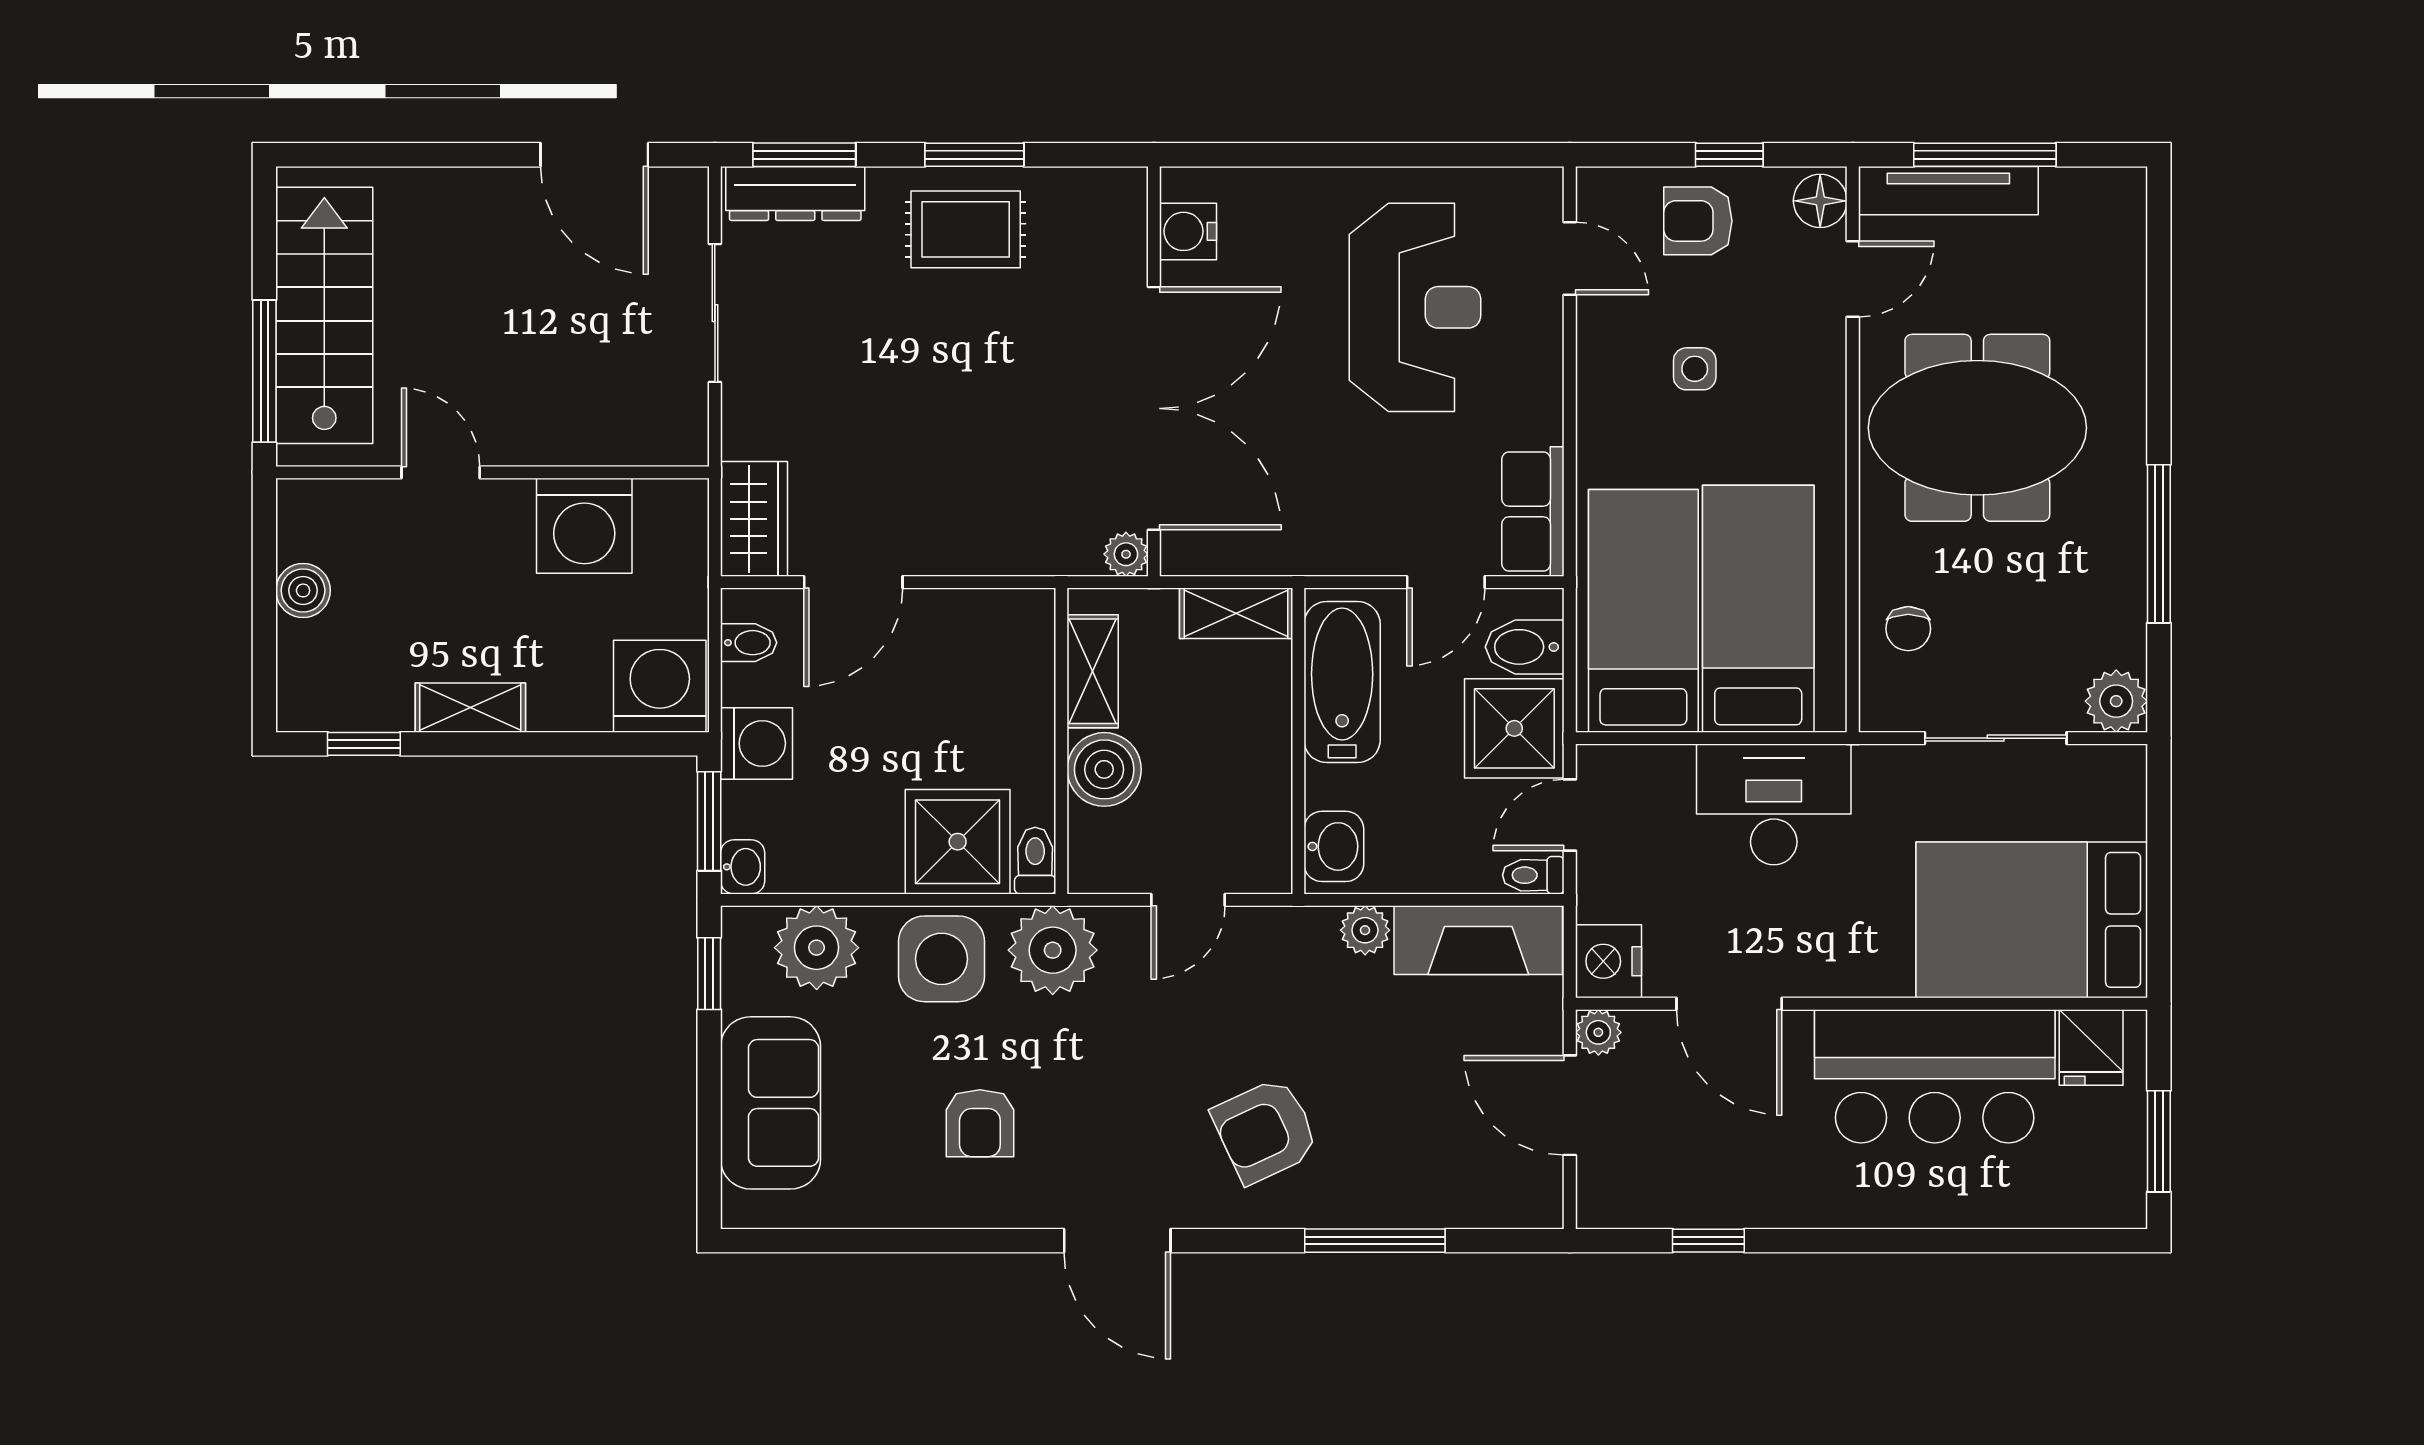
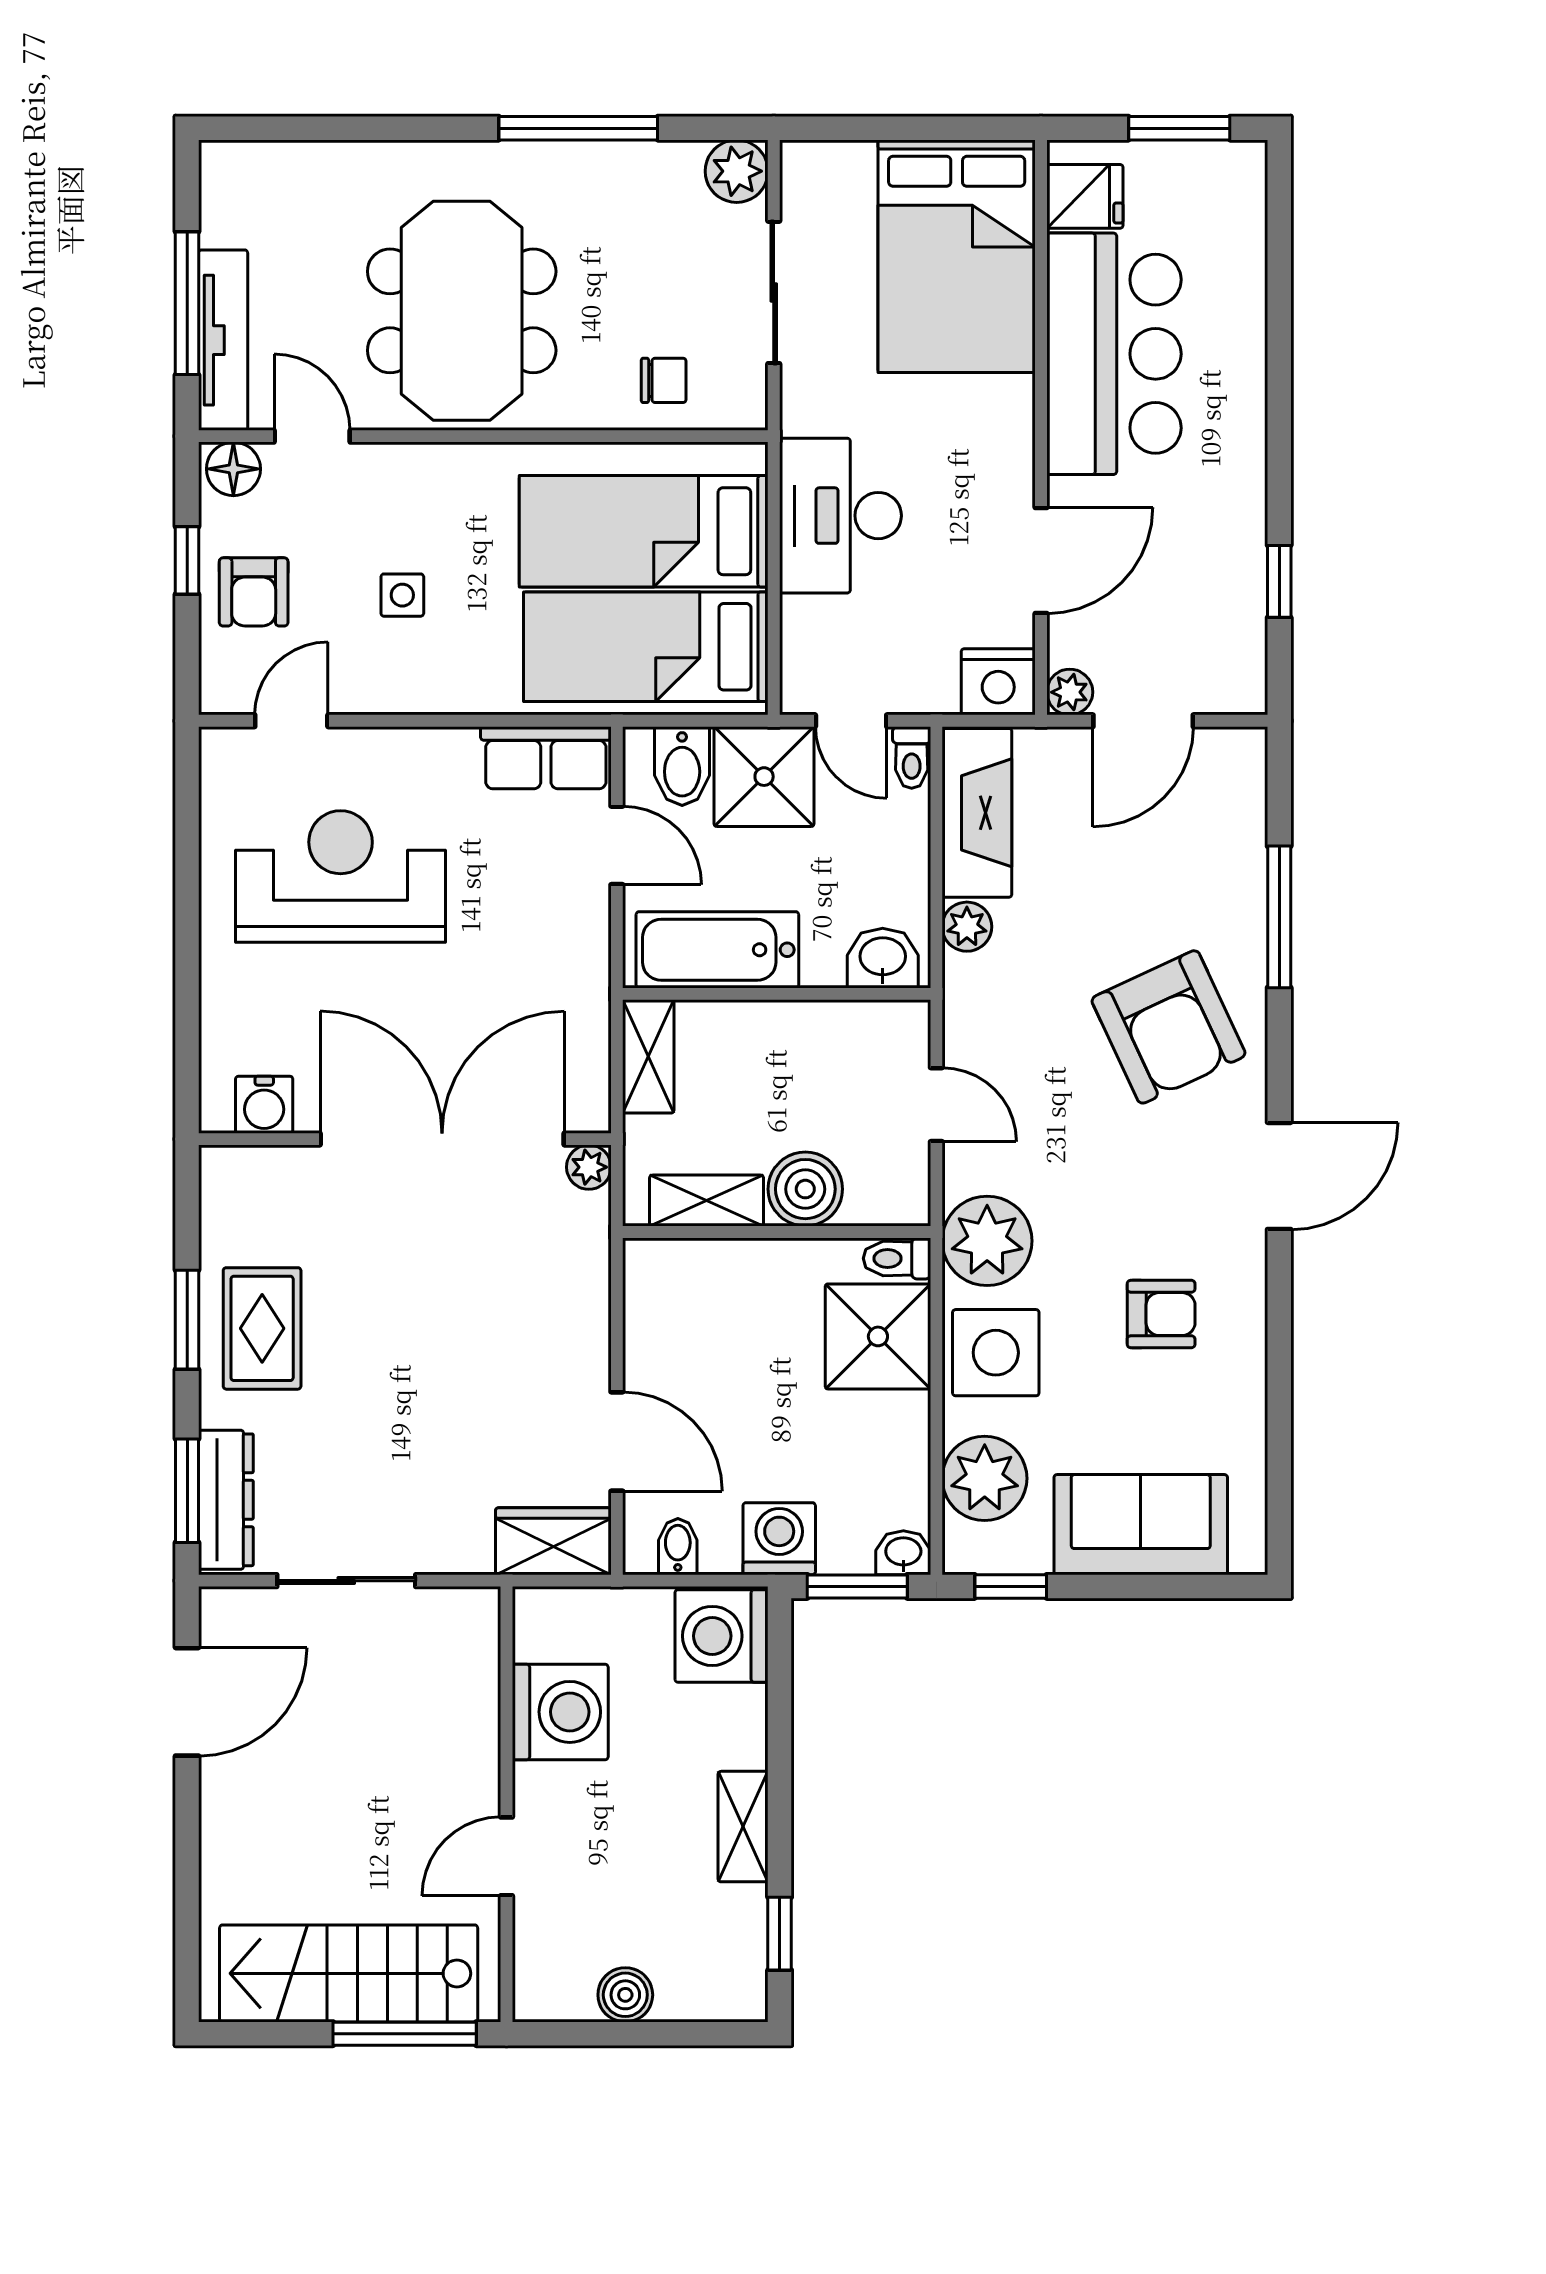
armchair: (1265, 1131) -> (1168, 1027), width x1.36, depth x1.36

